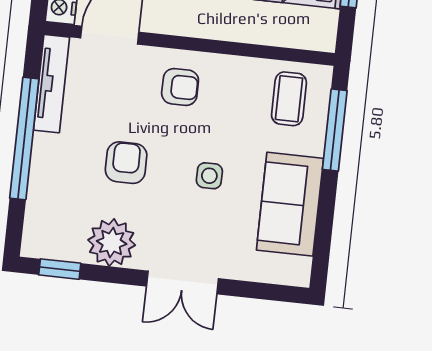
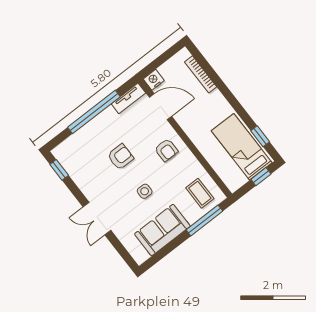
tv unit: (52, 84) -> (128, 98), width x0.71
coffee table: (289, 99) -> (200, 193), turned 90
plant: (112, 242) -> (87, 179), removed

